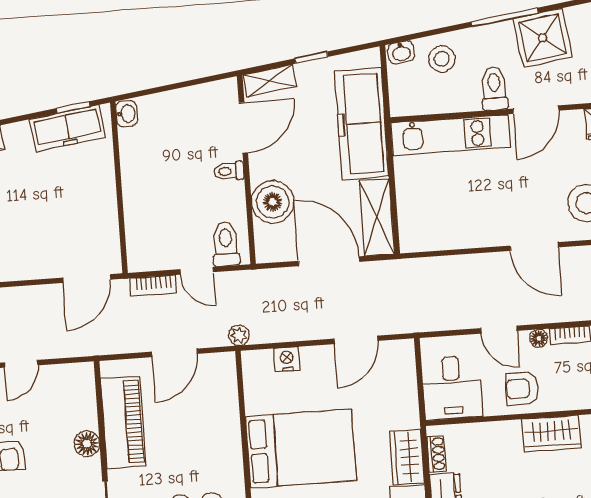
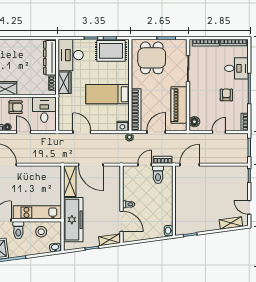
stool: (442, 59) -> (41, 232), moved
freezer: (67, 128) -> (193, 226), removed
door: (243, 128) -> (121, 221), swing flipped
boiler: (273, 202) -> (112, 190), removed
toilet: (226, 244) -> (158, 175), moved
door: (197, 271) -> (145, 165), hinge flipped
door: (356, 340) -> (82, 132), hinge flipped
nightstand: (287, 359) -> (122, 126), moved
bookcase: (227, 403) -> (136, 110), added
floor lamp: (87, 444) -> (194, 122), moved
bed: (301, 448) -> (107, 94), width x0.67

